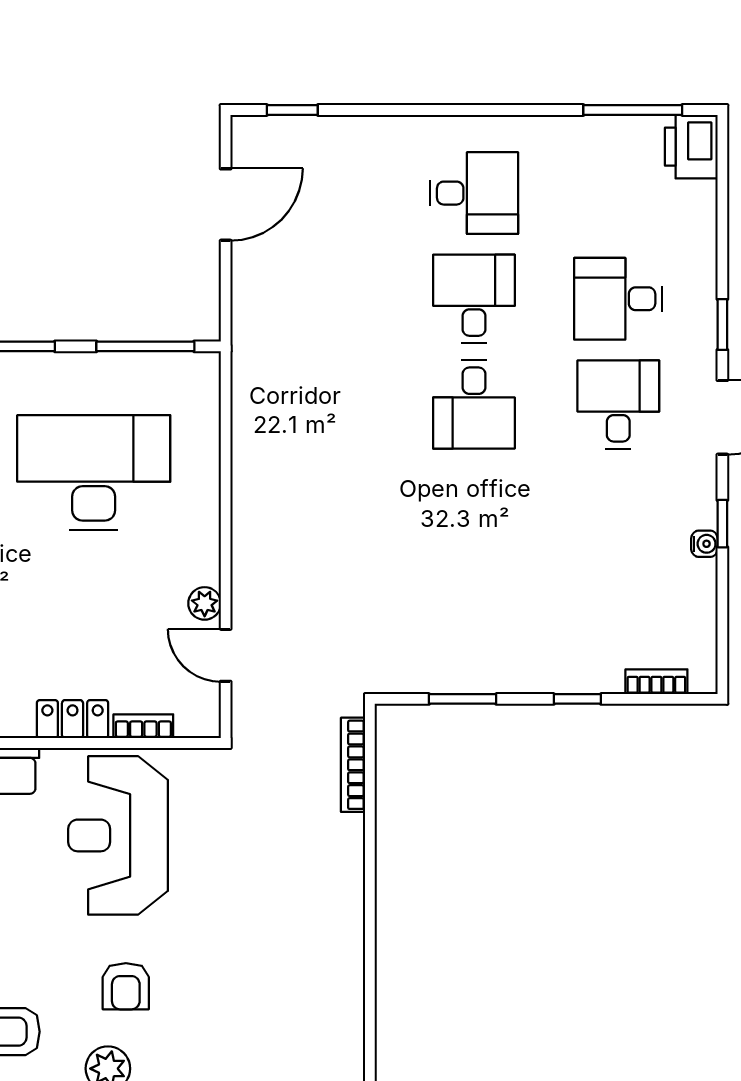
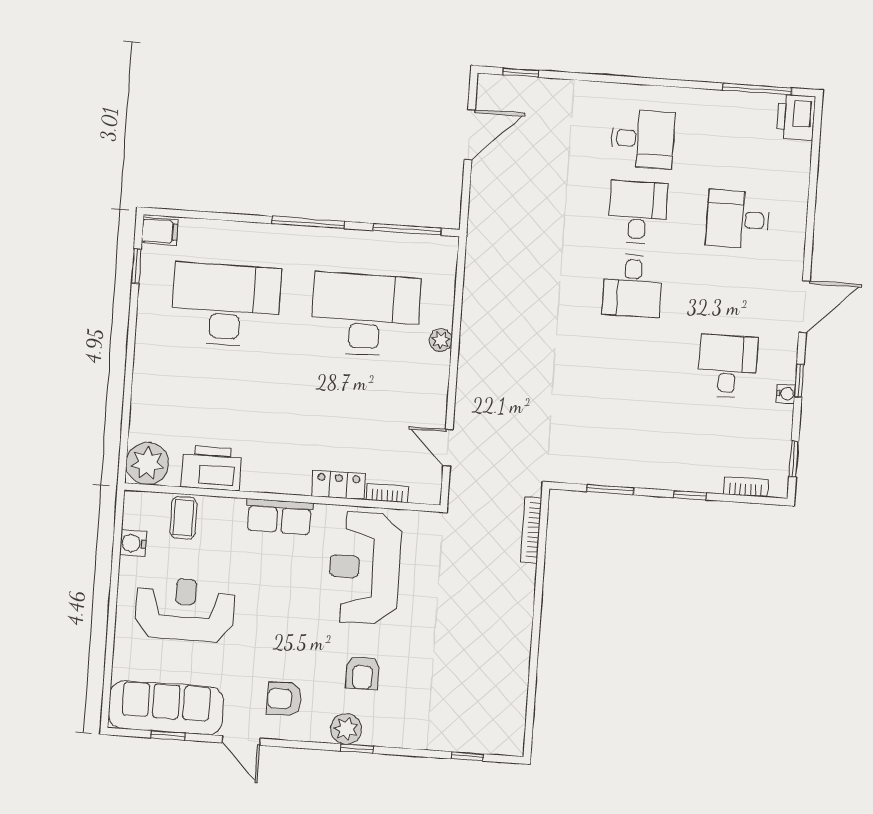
window: (722, 324) -> (794, 459), moved
desk: (618, 404) -> (728, 366), moved
plant: (205, 603) -> (441, 340), moved

